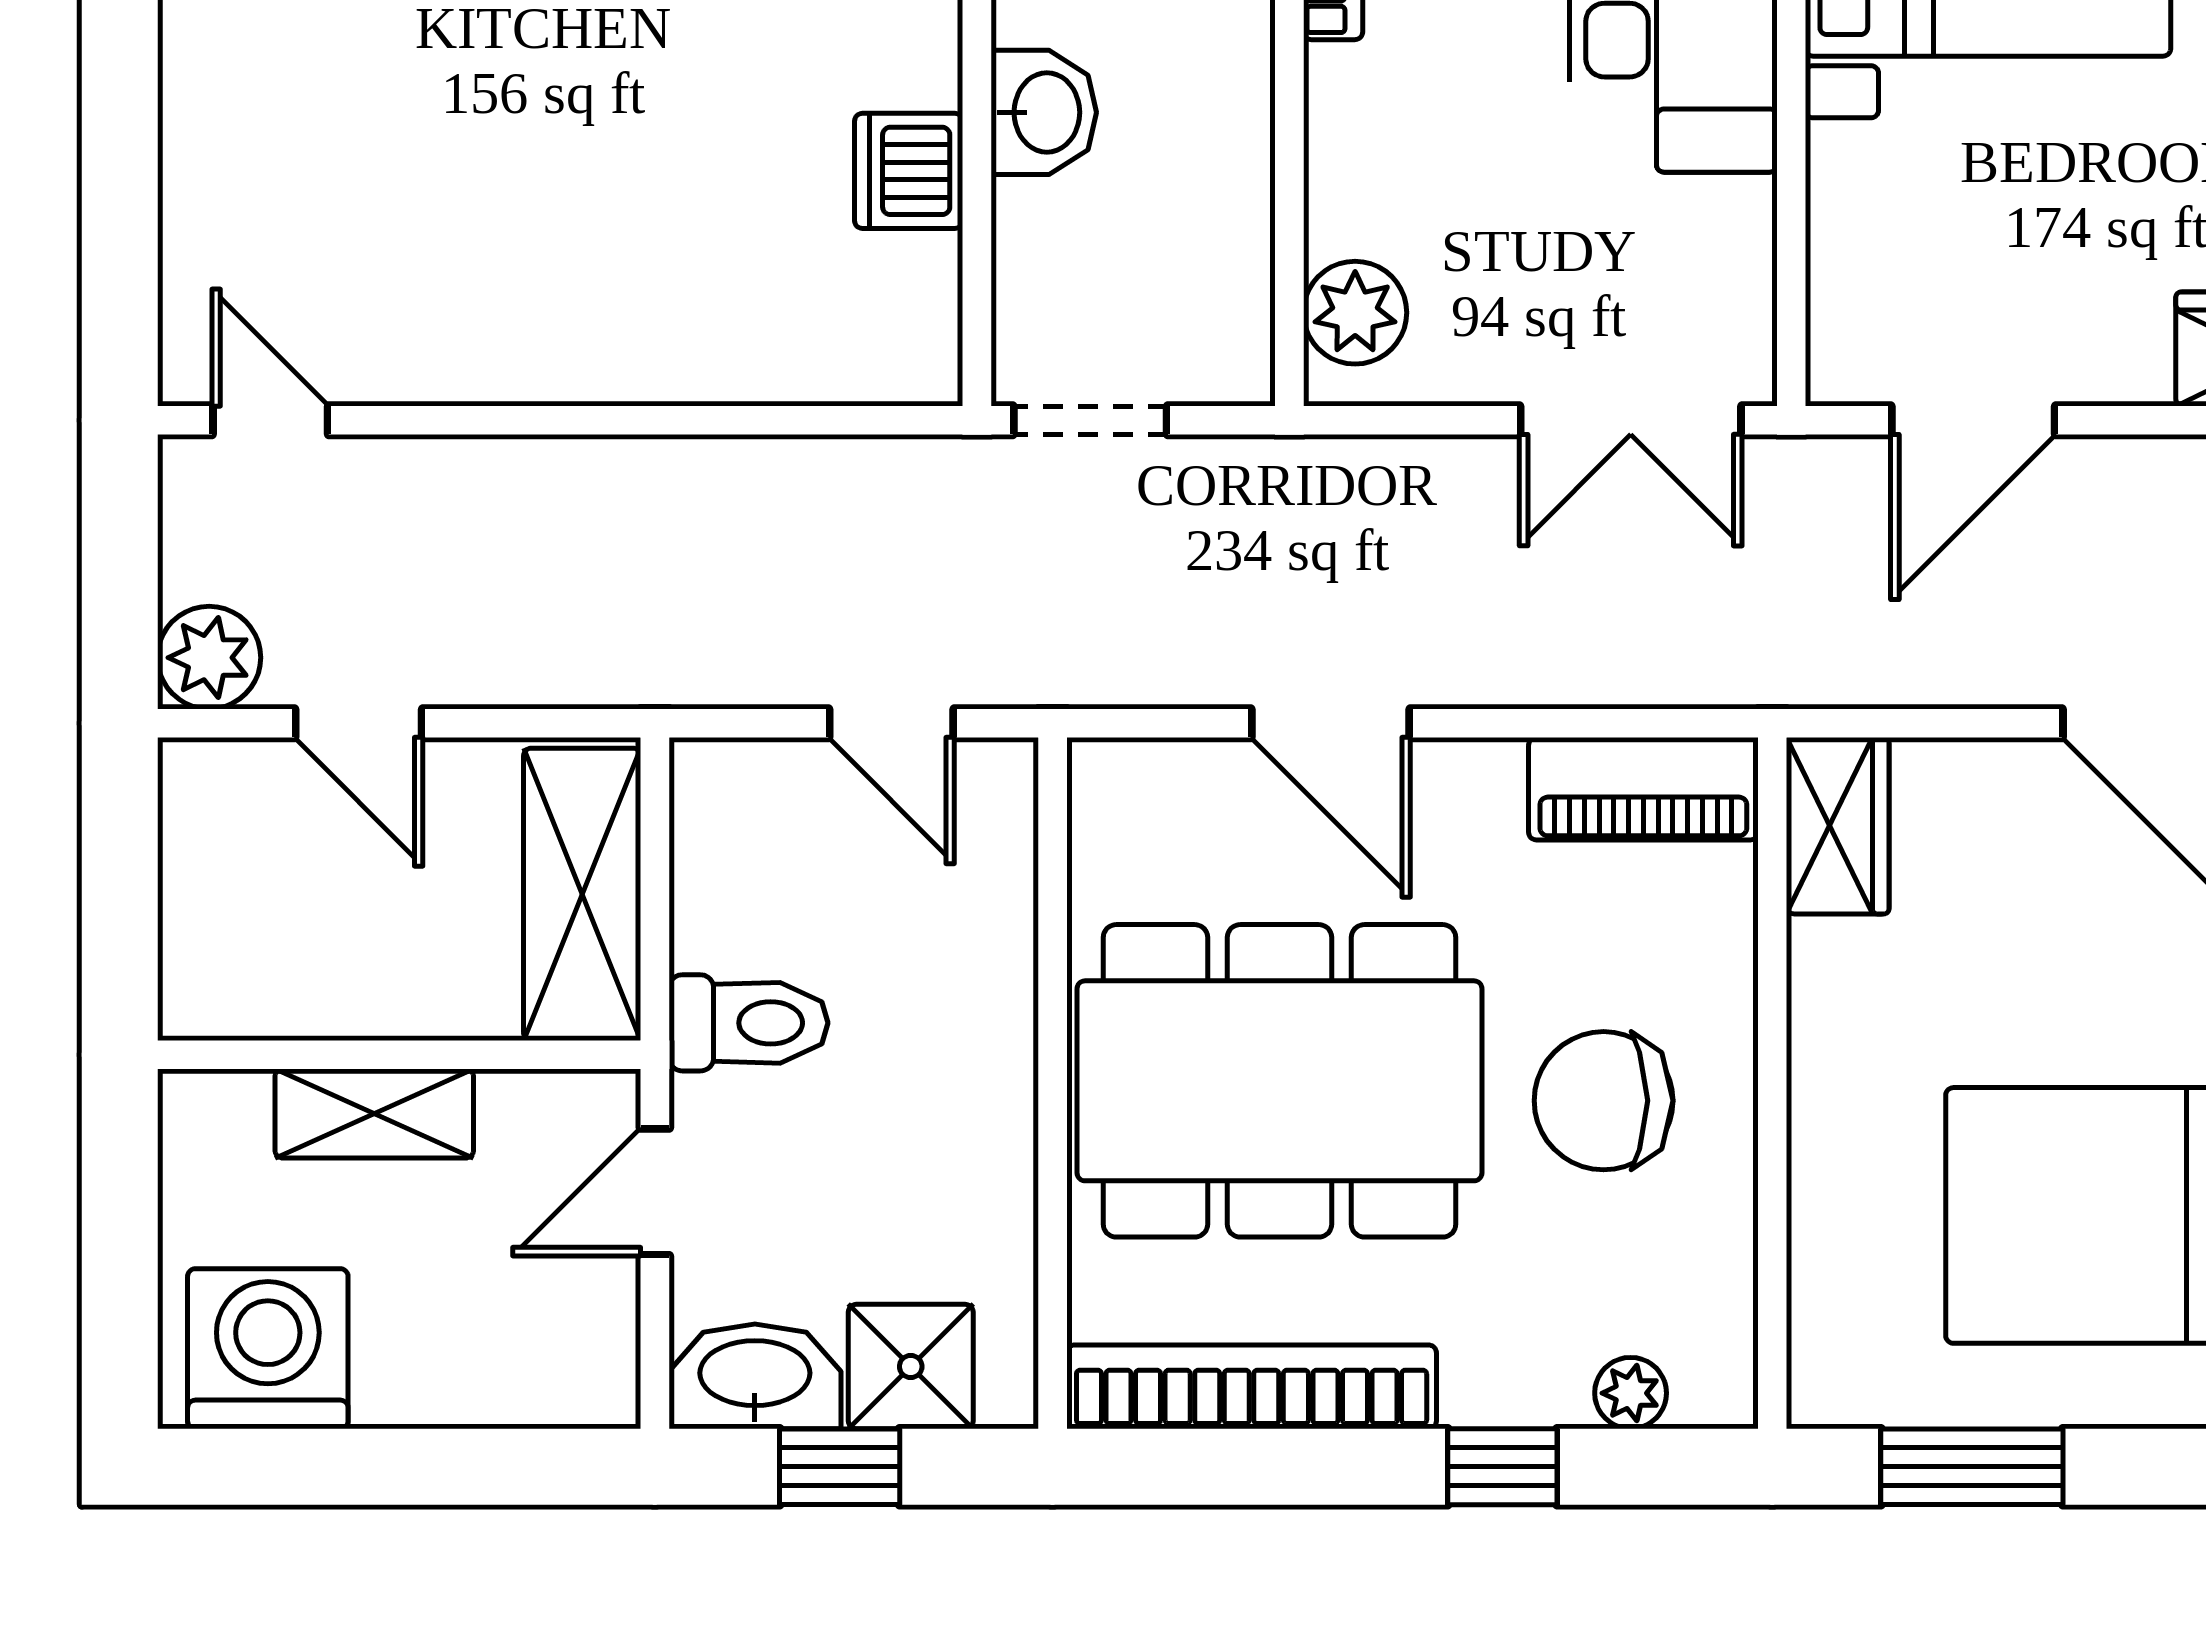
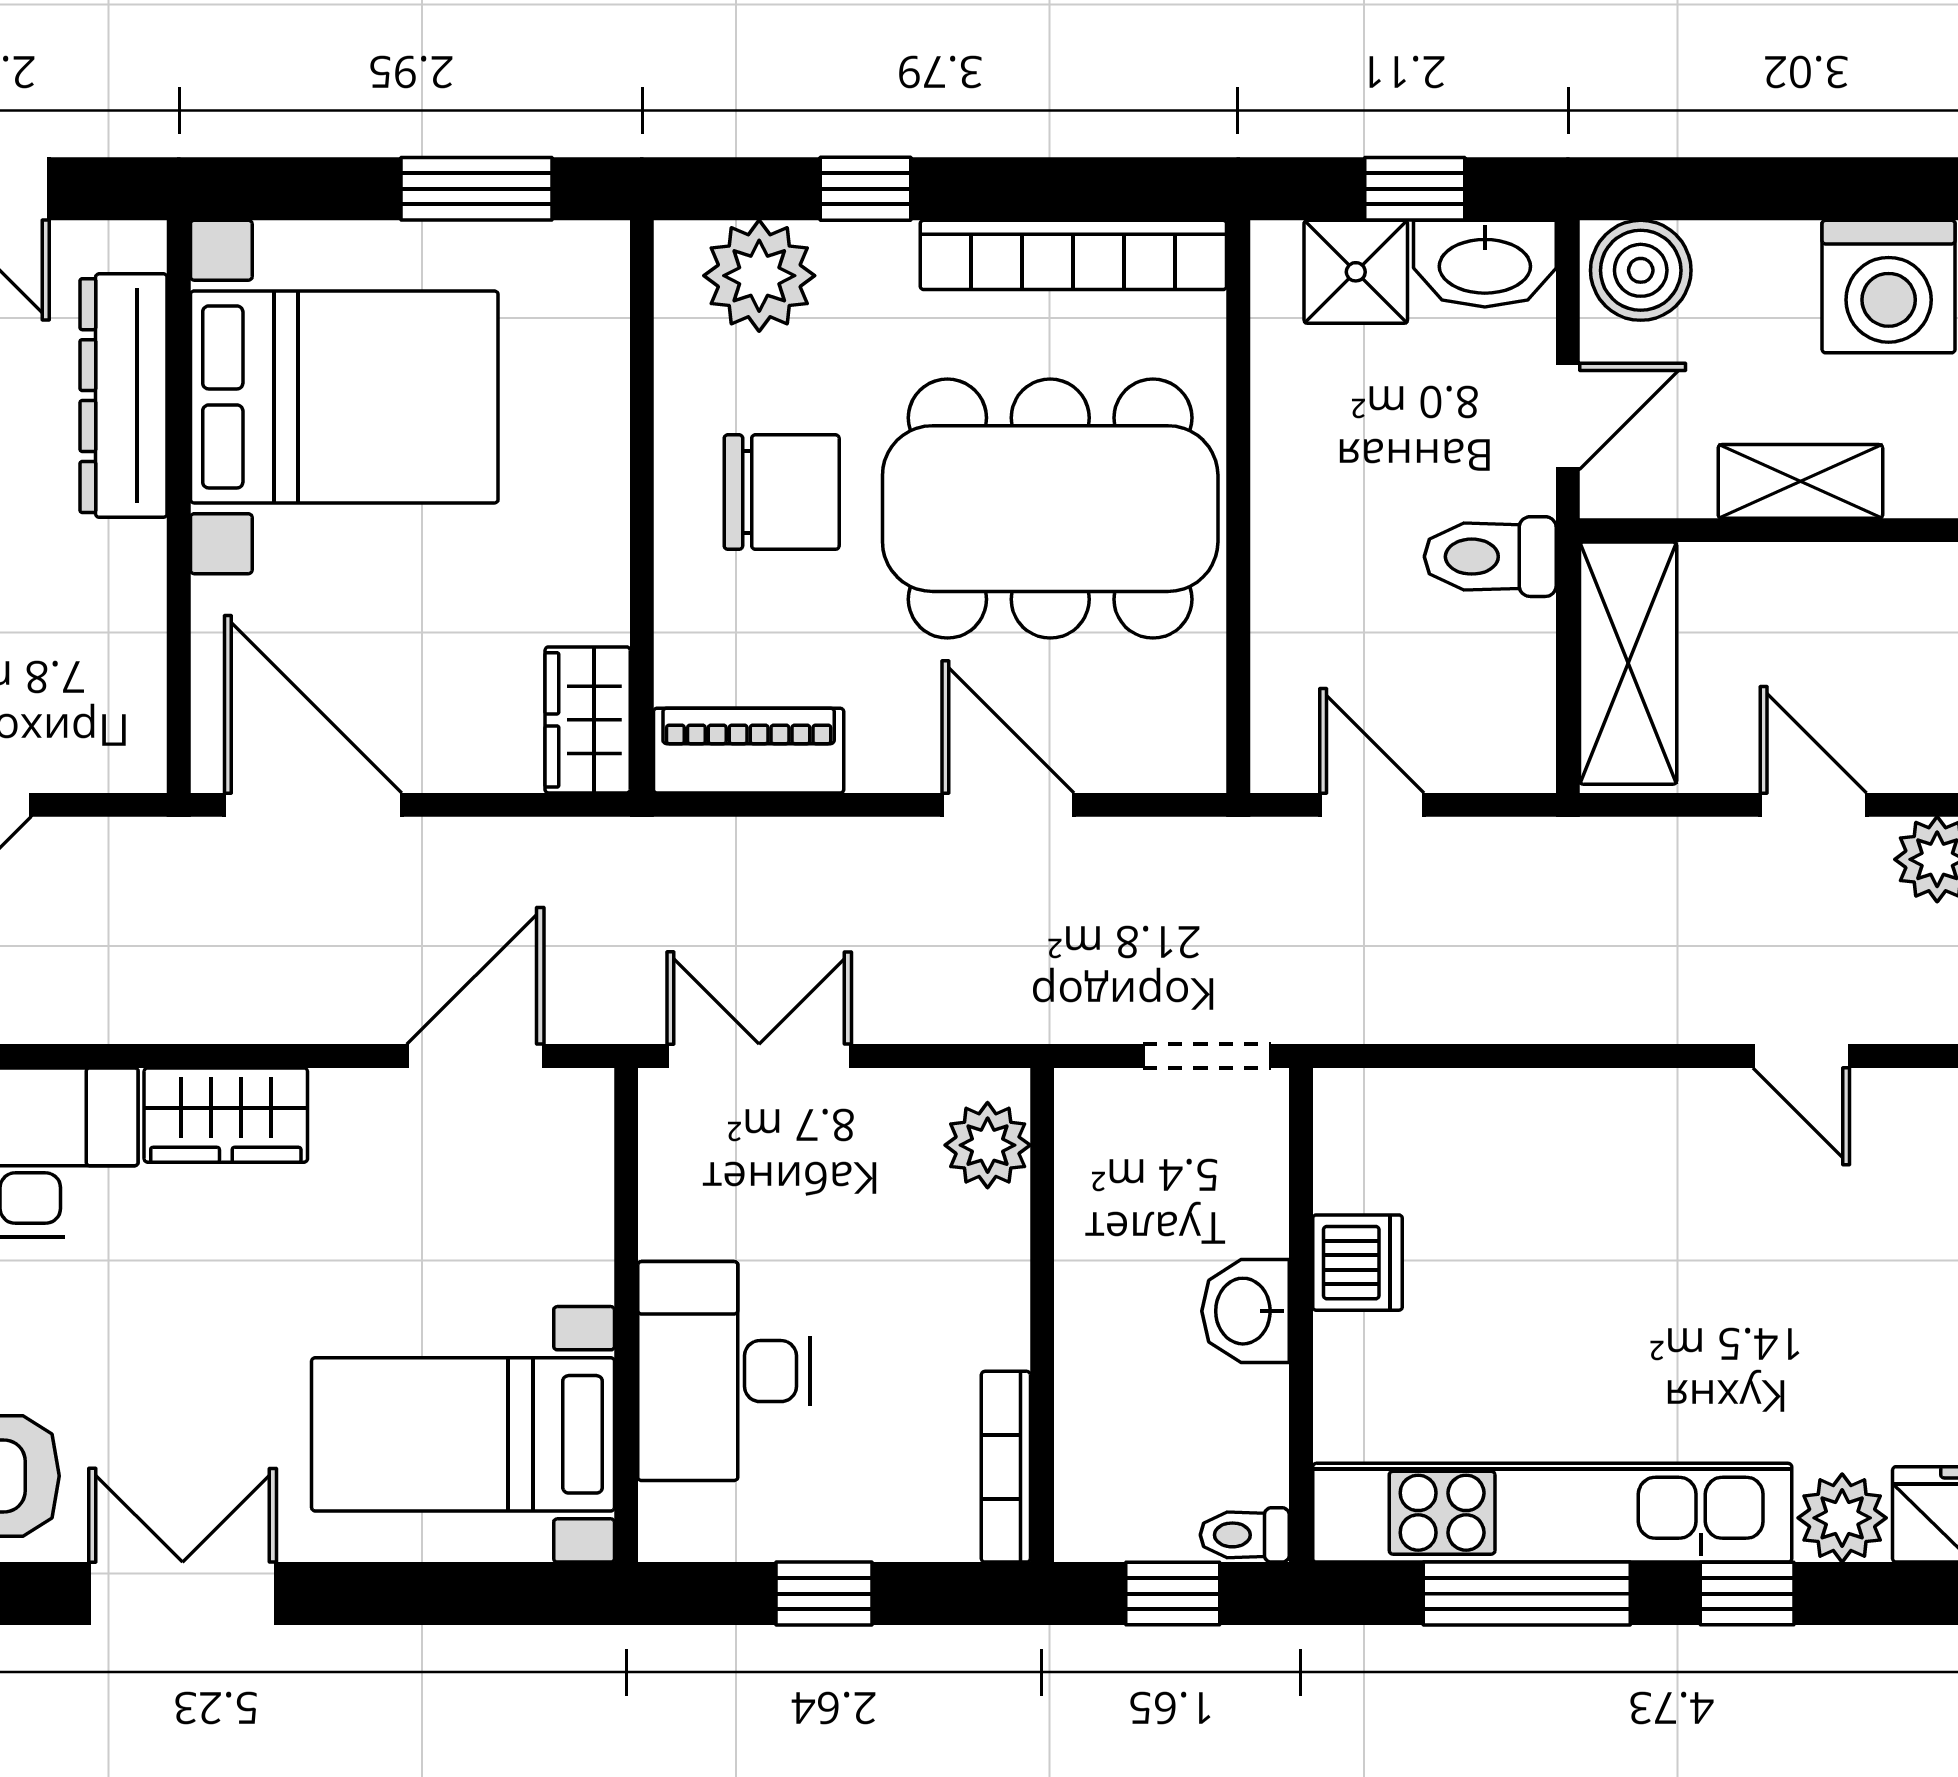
door: (270, 420) -> (1801, 1056), moved
boiler: (567, 1368) -> (1641, 270), added
plant: (1631, 1393) -> (759, 276), width x1.88, depth x1.88

